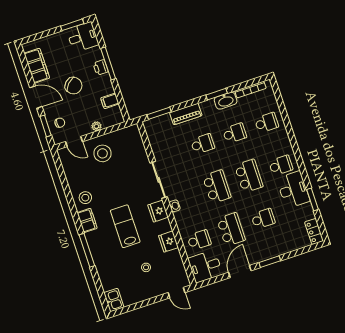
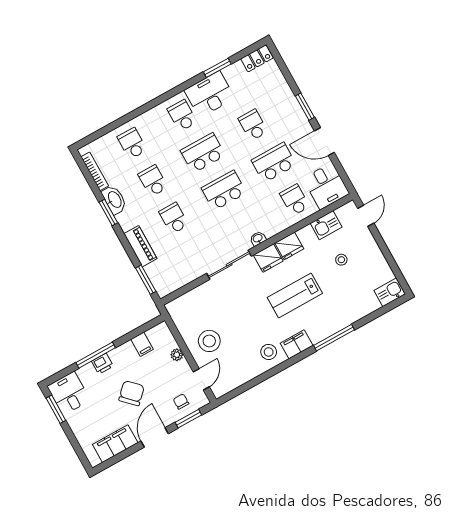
fridge: (168, 242) -> (289, 246), moved
kitchen sink: (175, 261) -> (326, 225), added

